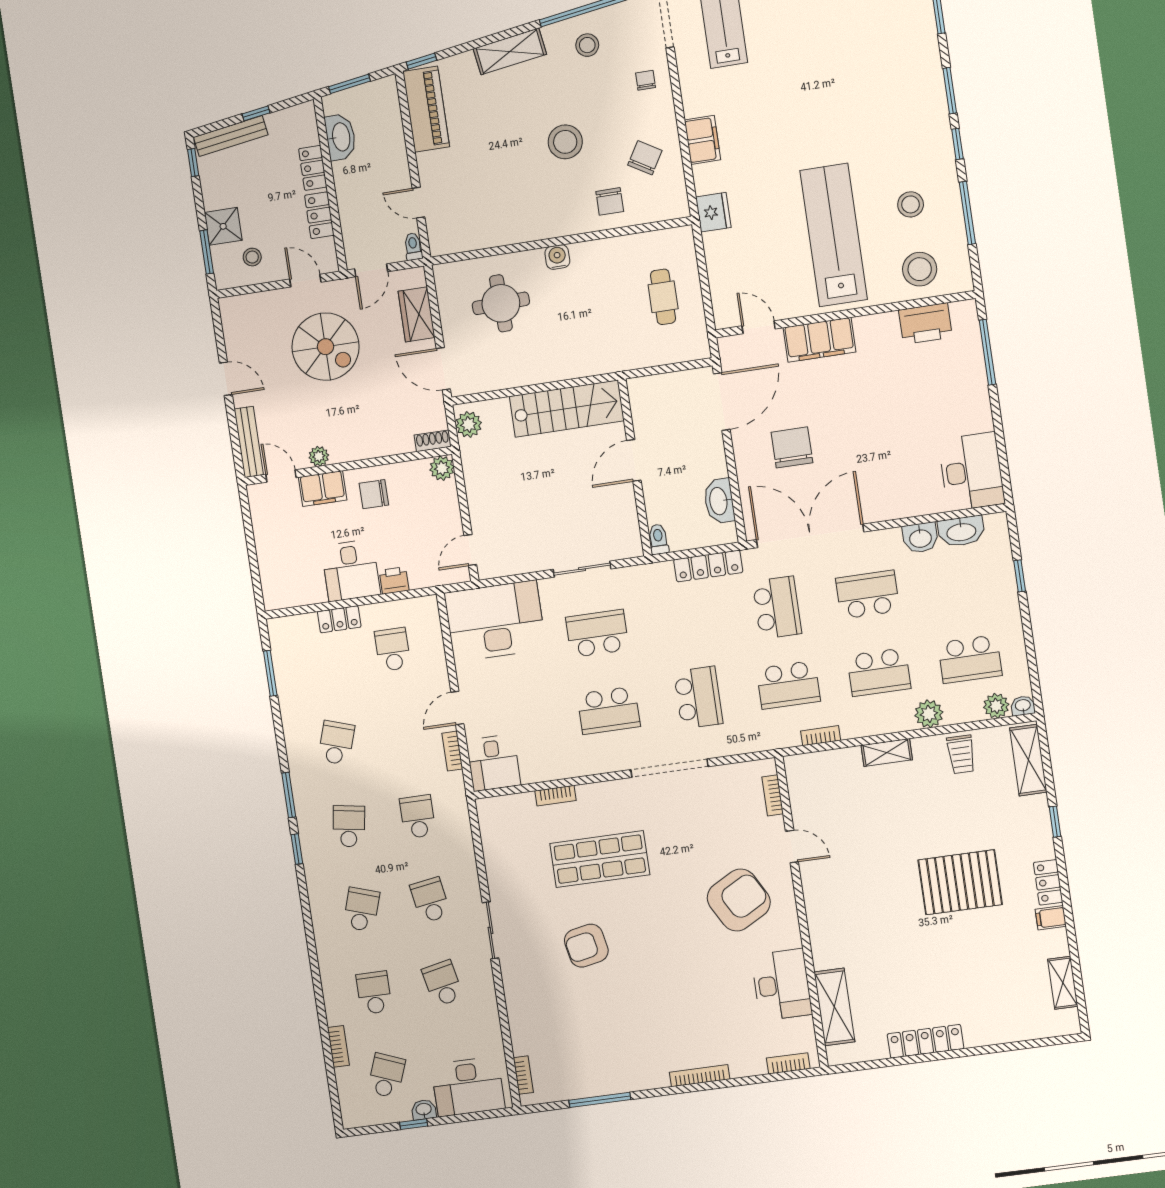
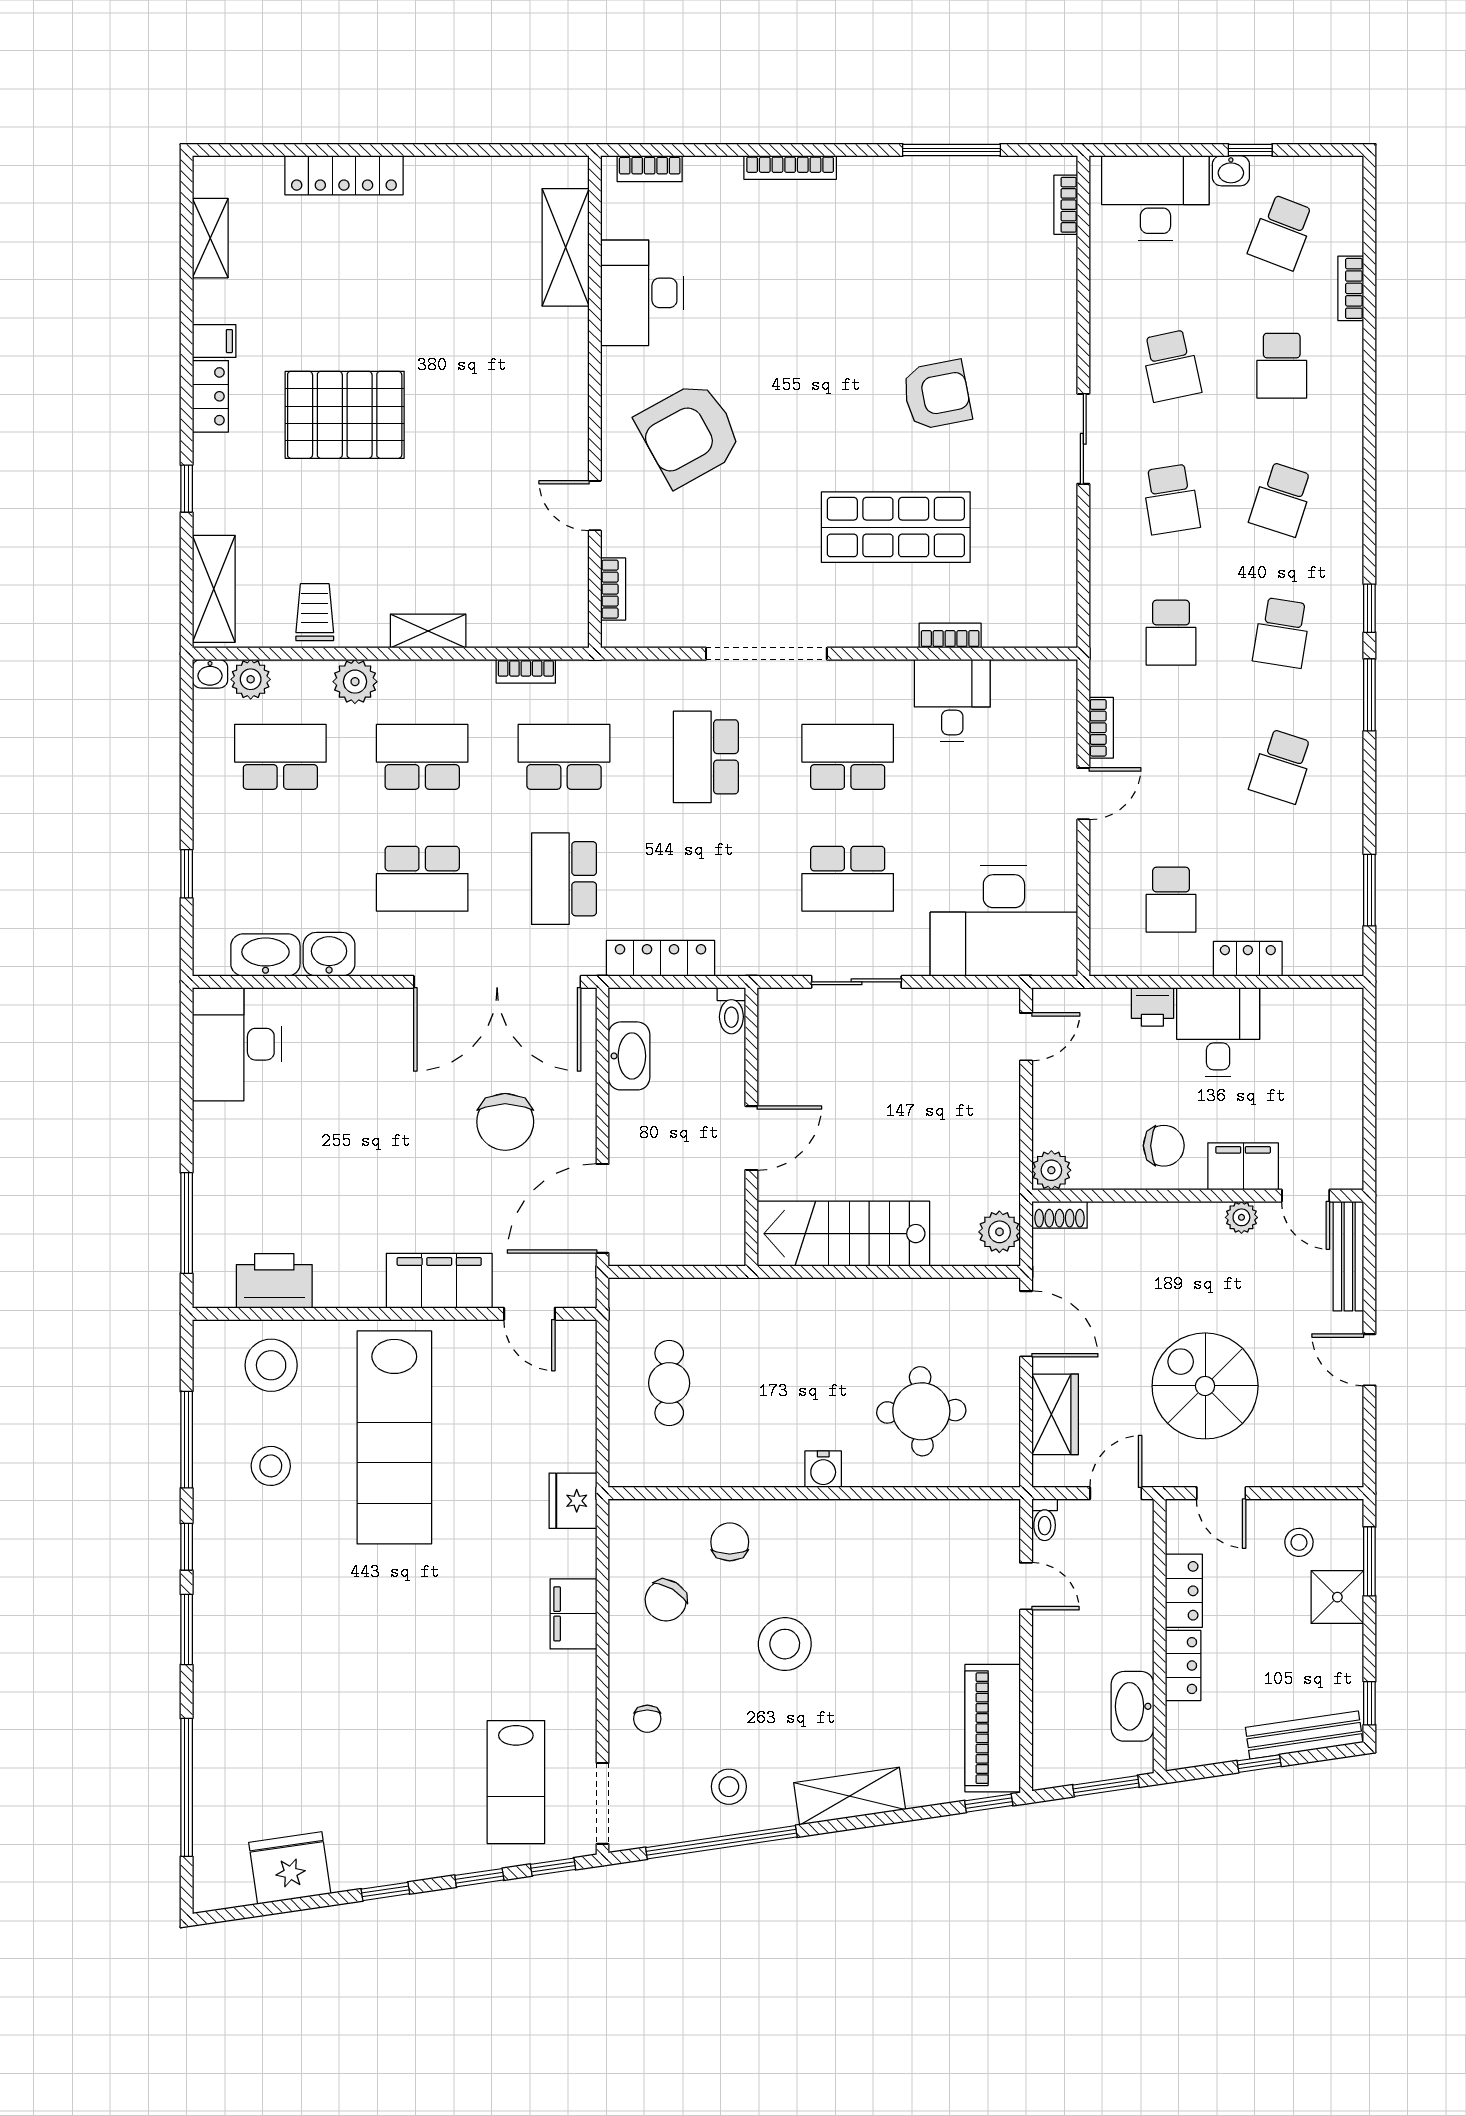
desk: (493, 763) -> (952, 700), moved
locker: (926, 1041) -> (344, 175), moved

